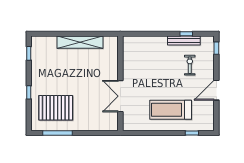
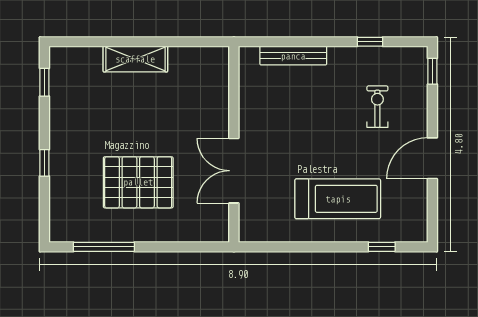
bench: (184, 40) -> (293, 56), moved
shelving: (80, 42) -> (135, 59), width x0.68
pallet: (56, 108) -> (138, 182), moved
treadmill: (171, 110) -> (338, 199), turned 180

